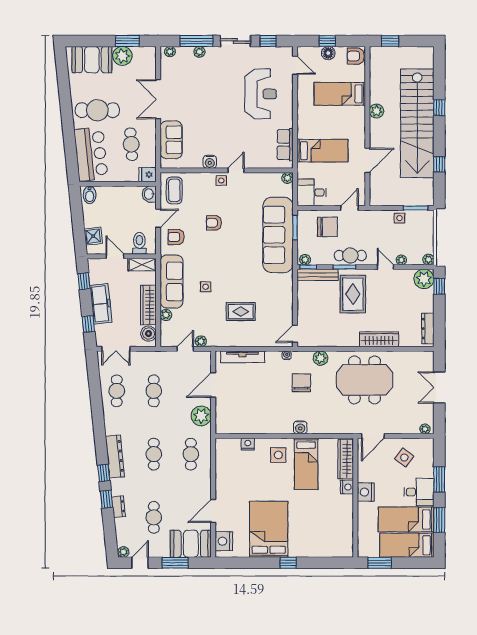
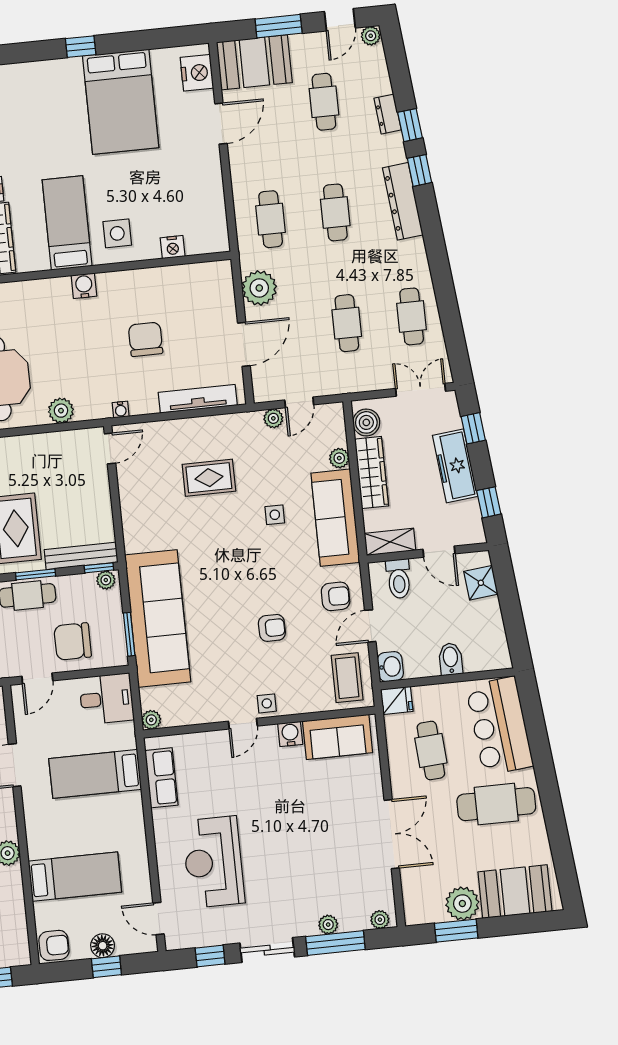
sofa: (171, 140) -> (338, 737), moved, turned -90
bidet: (90, 195) -> (451, 659), moved
chair: (301, 383) -> (146, 339), moved, turned 180

